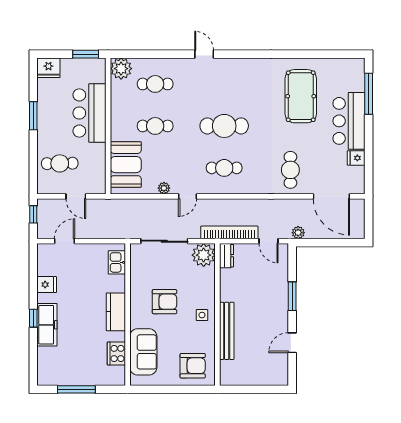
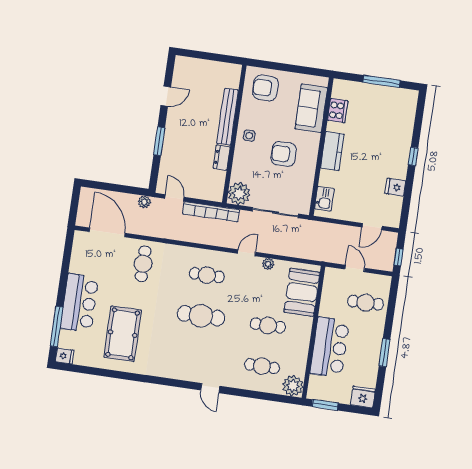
fridge: (356, 158) -> (65, 356), moved
dresser: (227, 256) -> (222, 158), moved
freezer: (47, 325) -> (401, 148), removed

